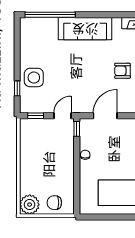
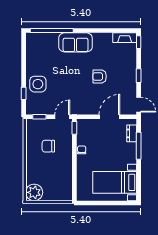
sofa: (85, 29) -> (76, 42), width x0.73
armchair: (122, 71) -> (100, 76), moved
door: (105, 116) -> (109, 117), moved
chair: (54, 203) -> (48, 146), moved

